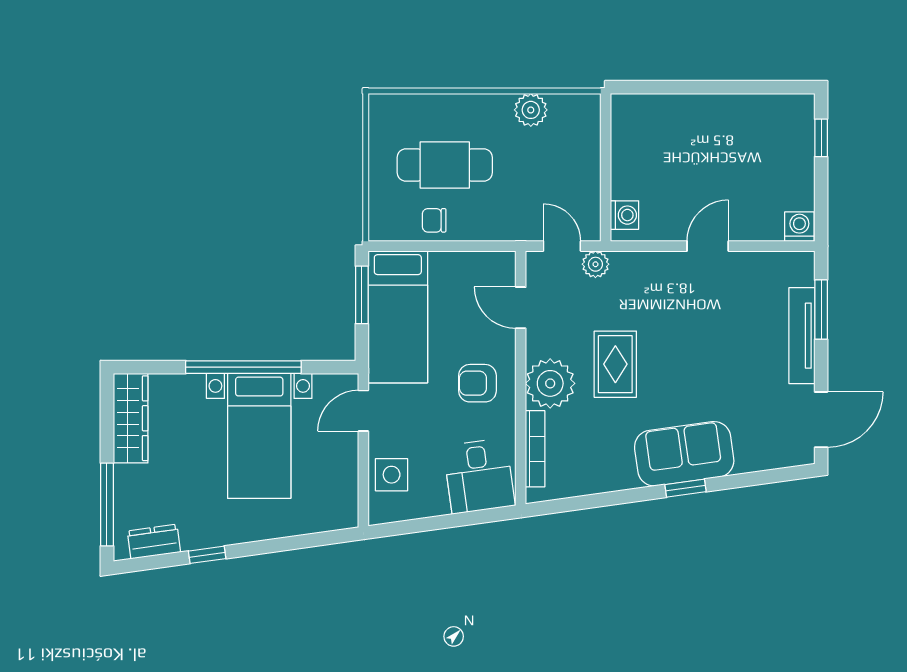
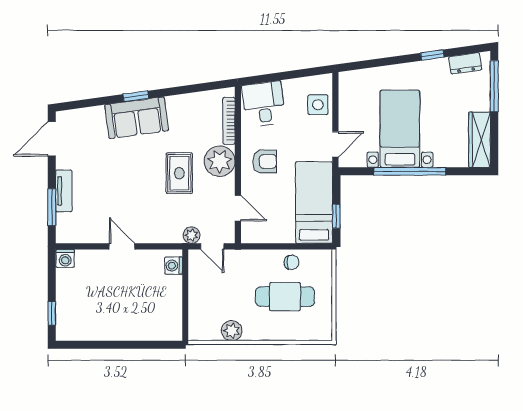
door: (708, 246) -> (122, 246), swing flipped
window: (362, 295) -> (336, 216), width x0.67
tv unit: (802, 336) -> (64, 191), width x0.71

